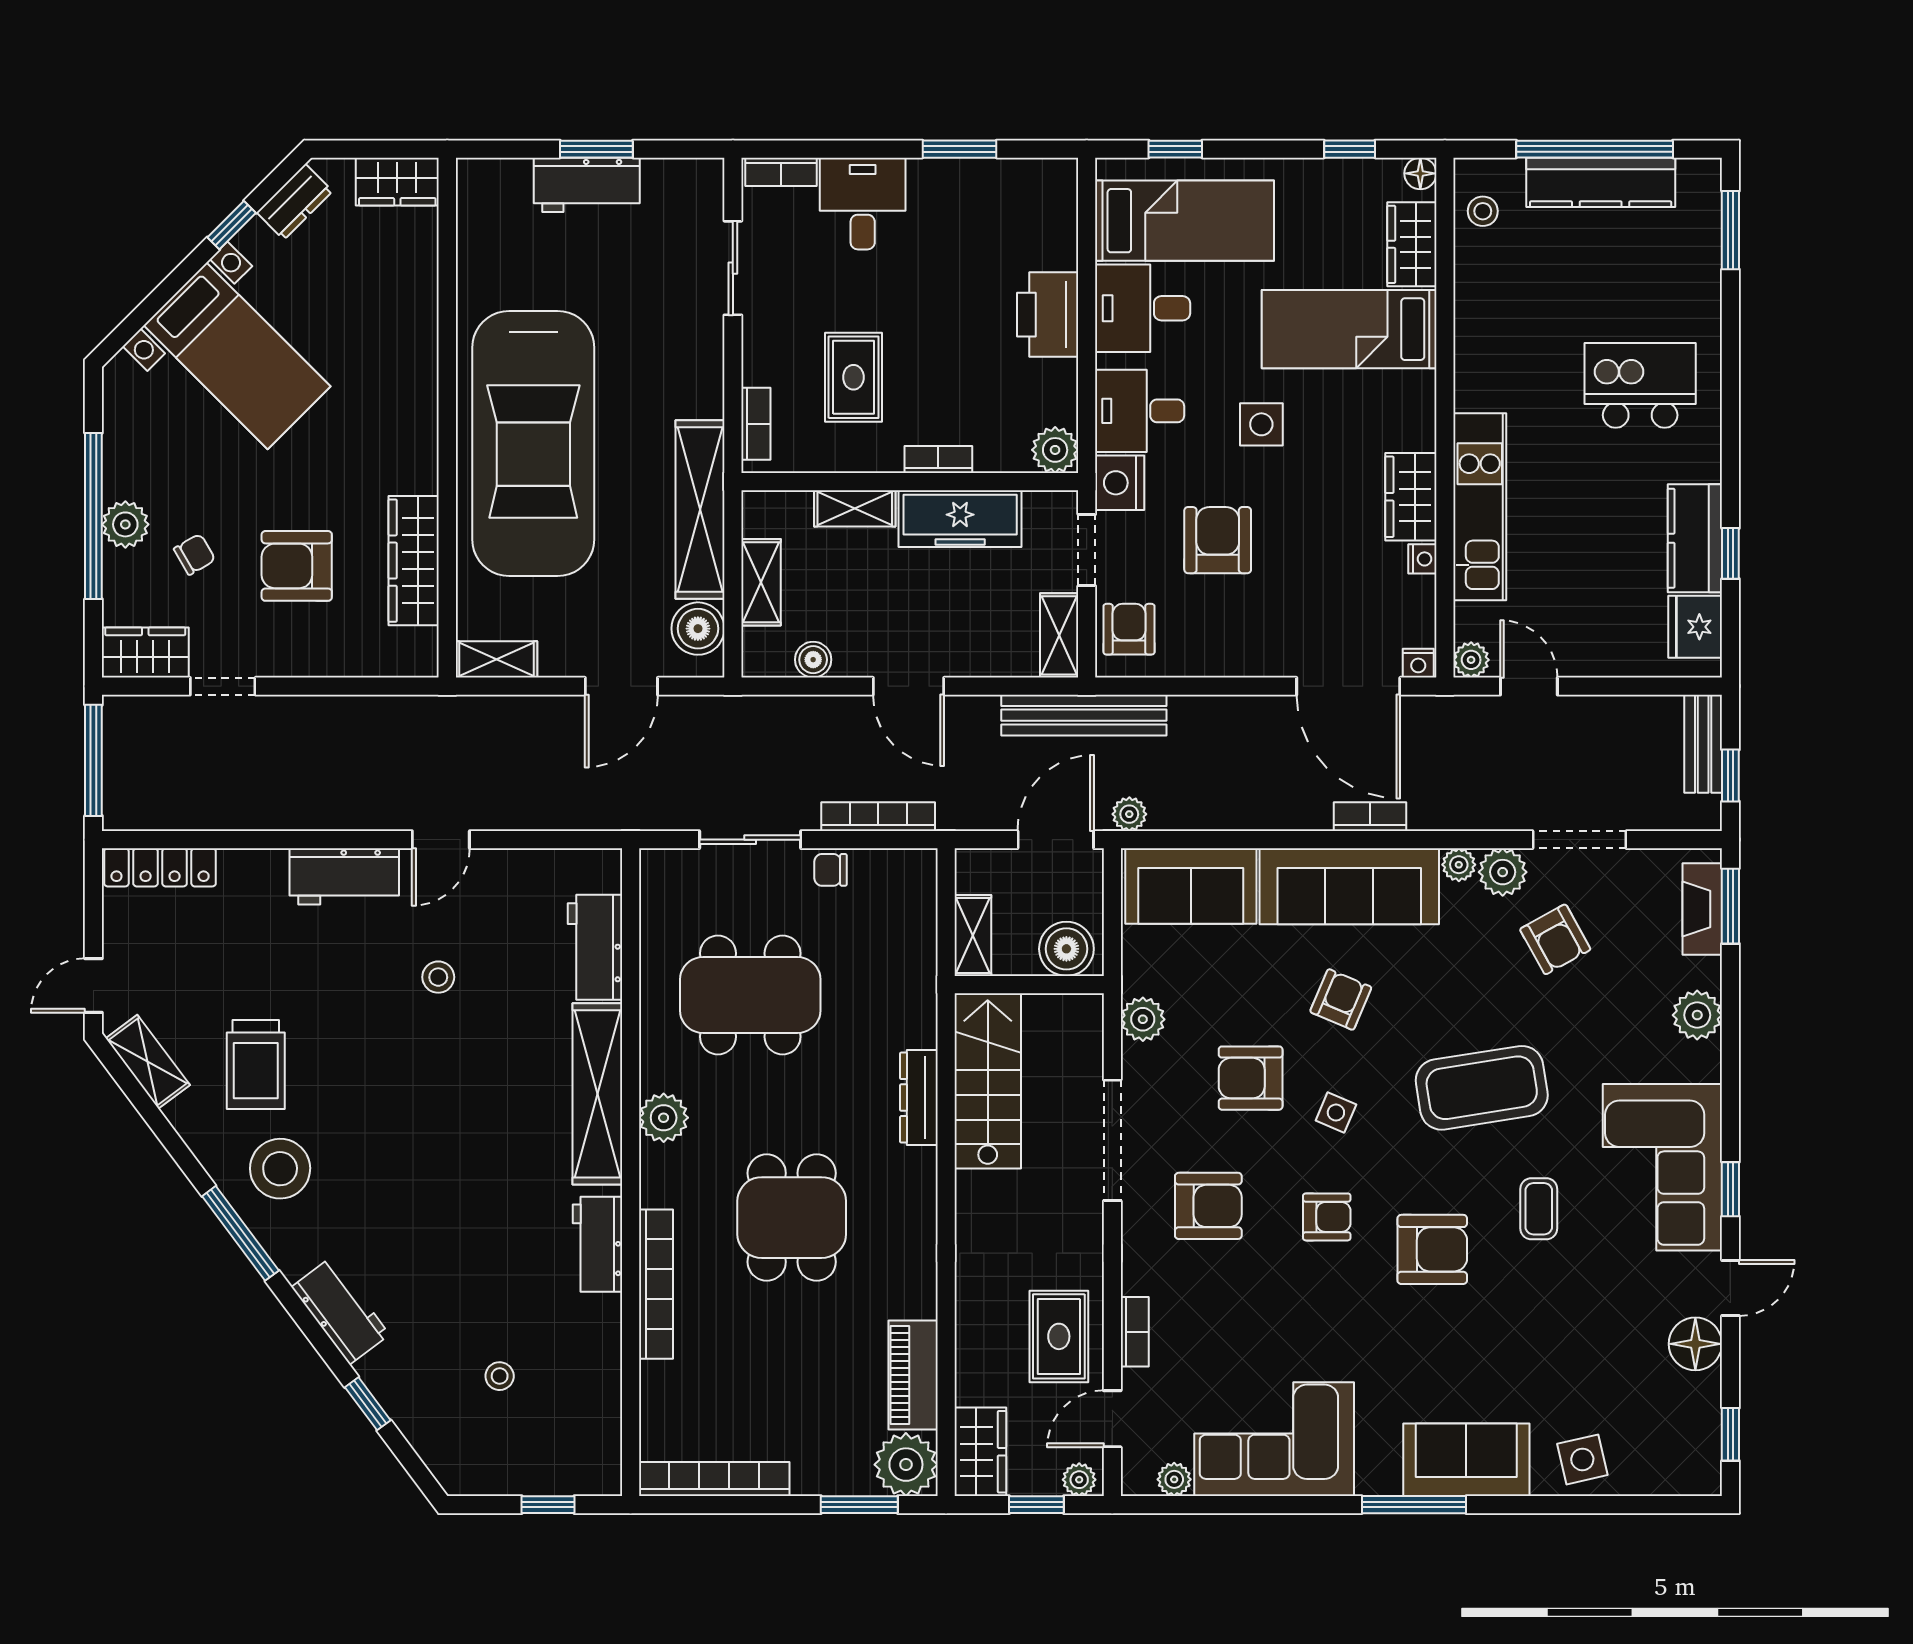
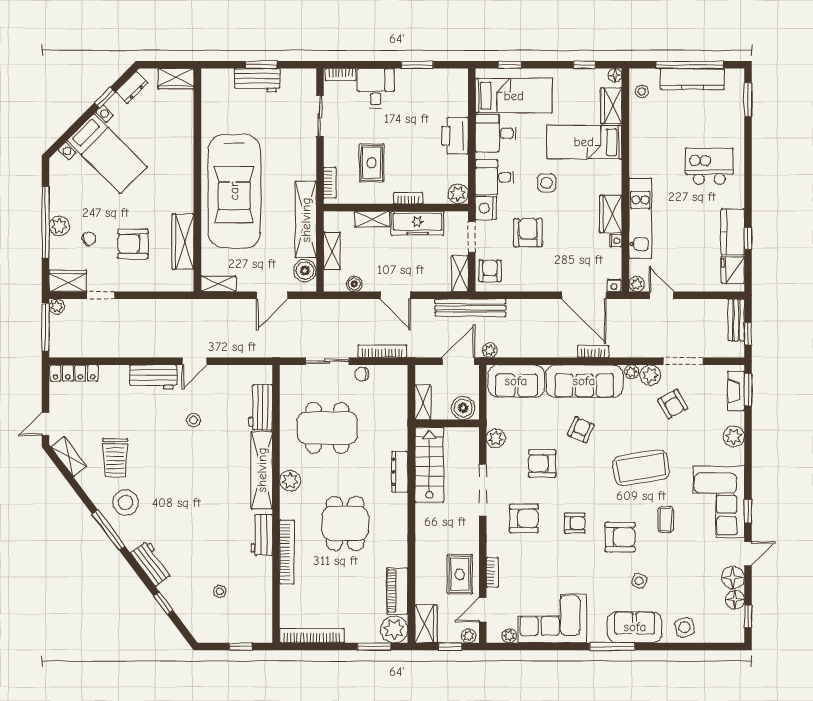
plant: (120, 712) -> (57, 307), added
side table: (1336, 1113) -> (639, 581), moved
floor lamp: (1700, 1396) -> (735, 600), added

